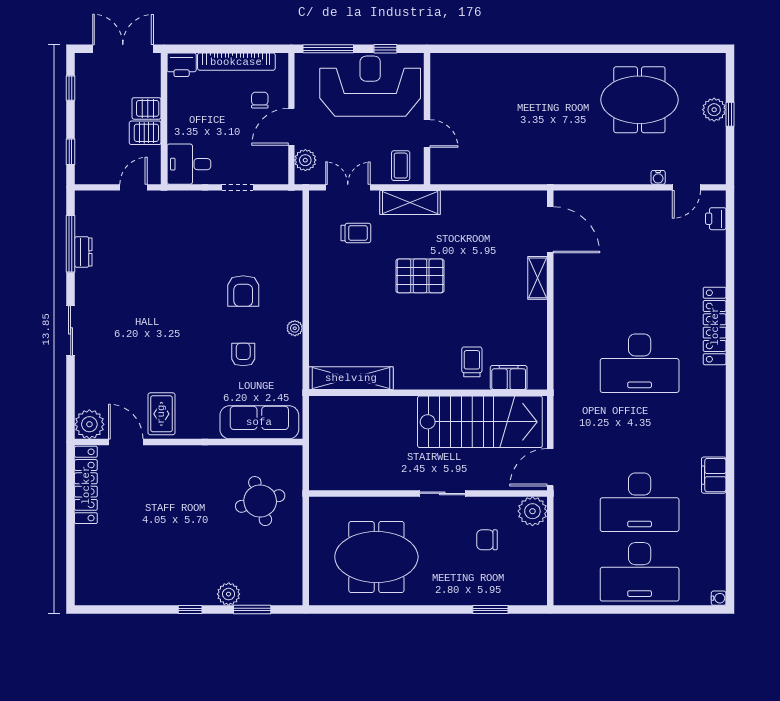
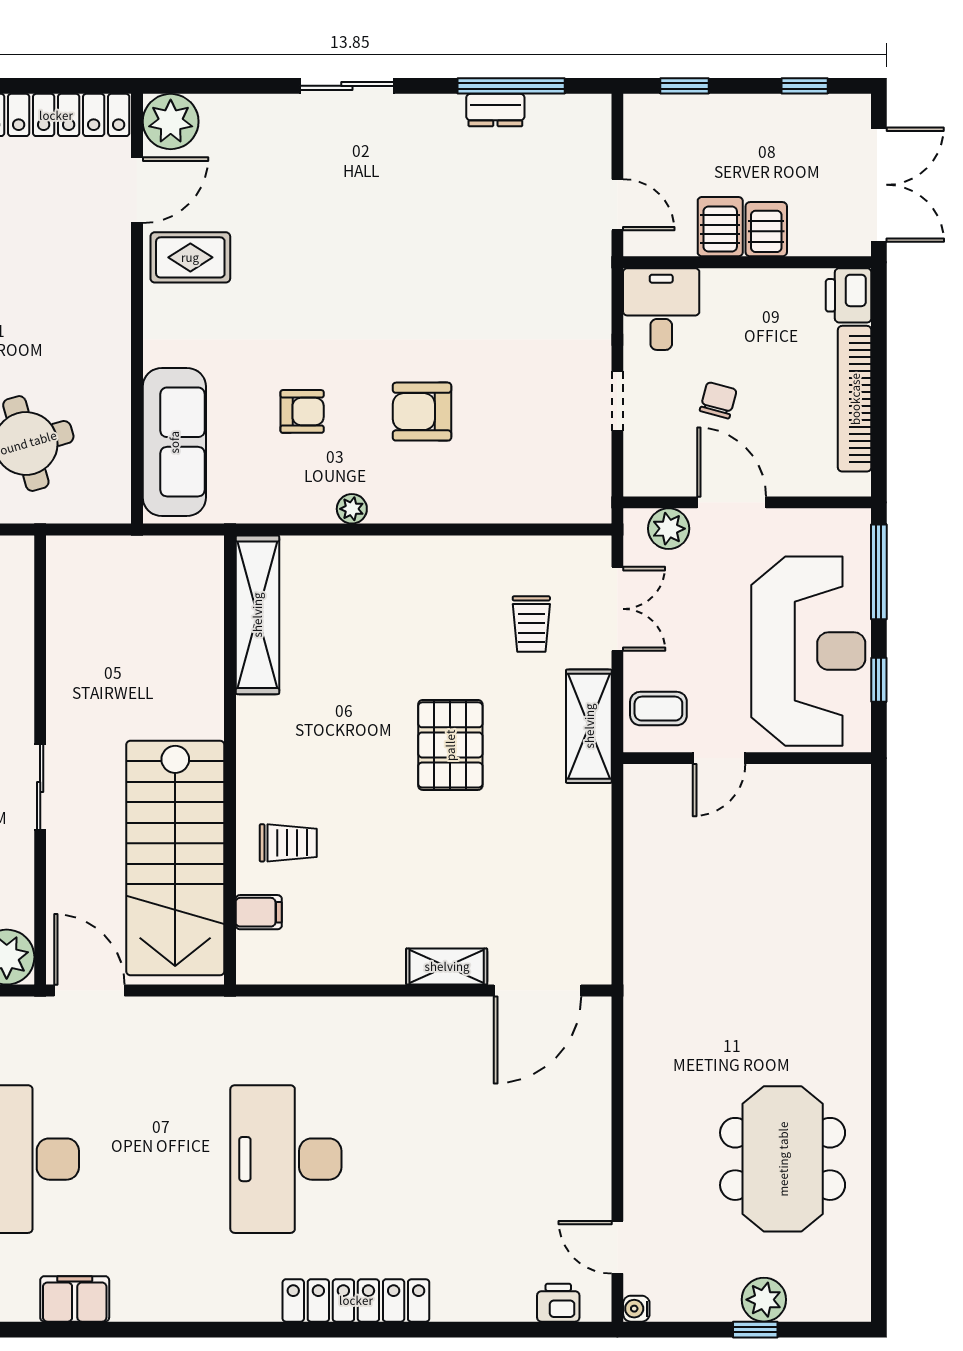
chair: (260, 100) -> (718, 400), moved, turned -75
water cooler: (658, 177) -> (636, 1309), moved
filing cabinet: (509, 378) -> (259, 912), width x0.50

